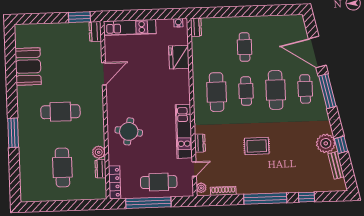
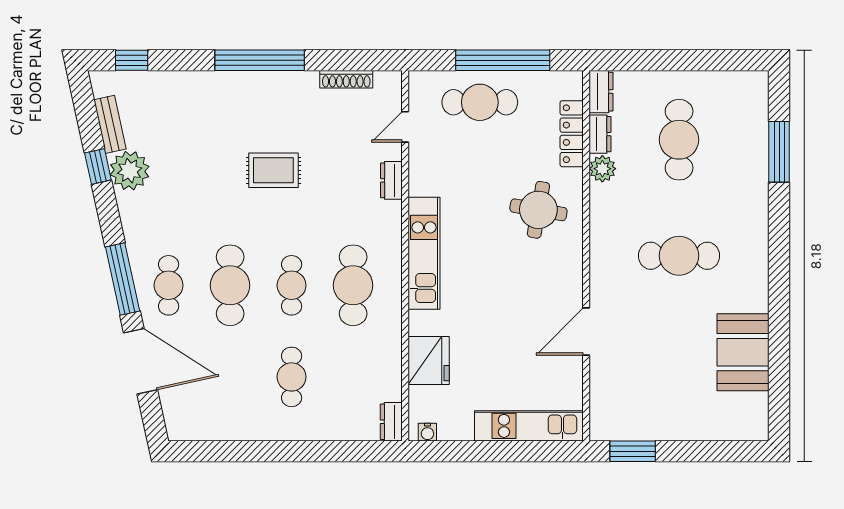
dresser: (95, 32) -> (601, 92), moved
kitchen unit: (184, 131) -> (424, 253), moved
window: (13, 133) -> (779, 152), moved
locker: (115, 182) -> (572, 134), moved
plant: (201, 188) -> (392, 87), removed
window: (306, 197) -> (132, 60), moved

